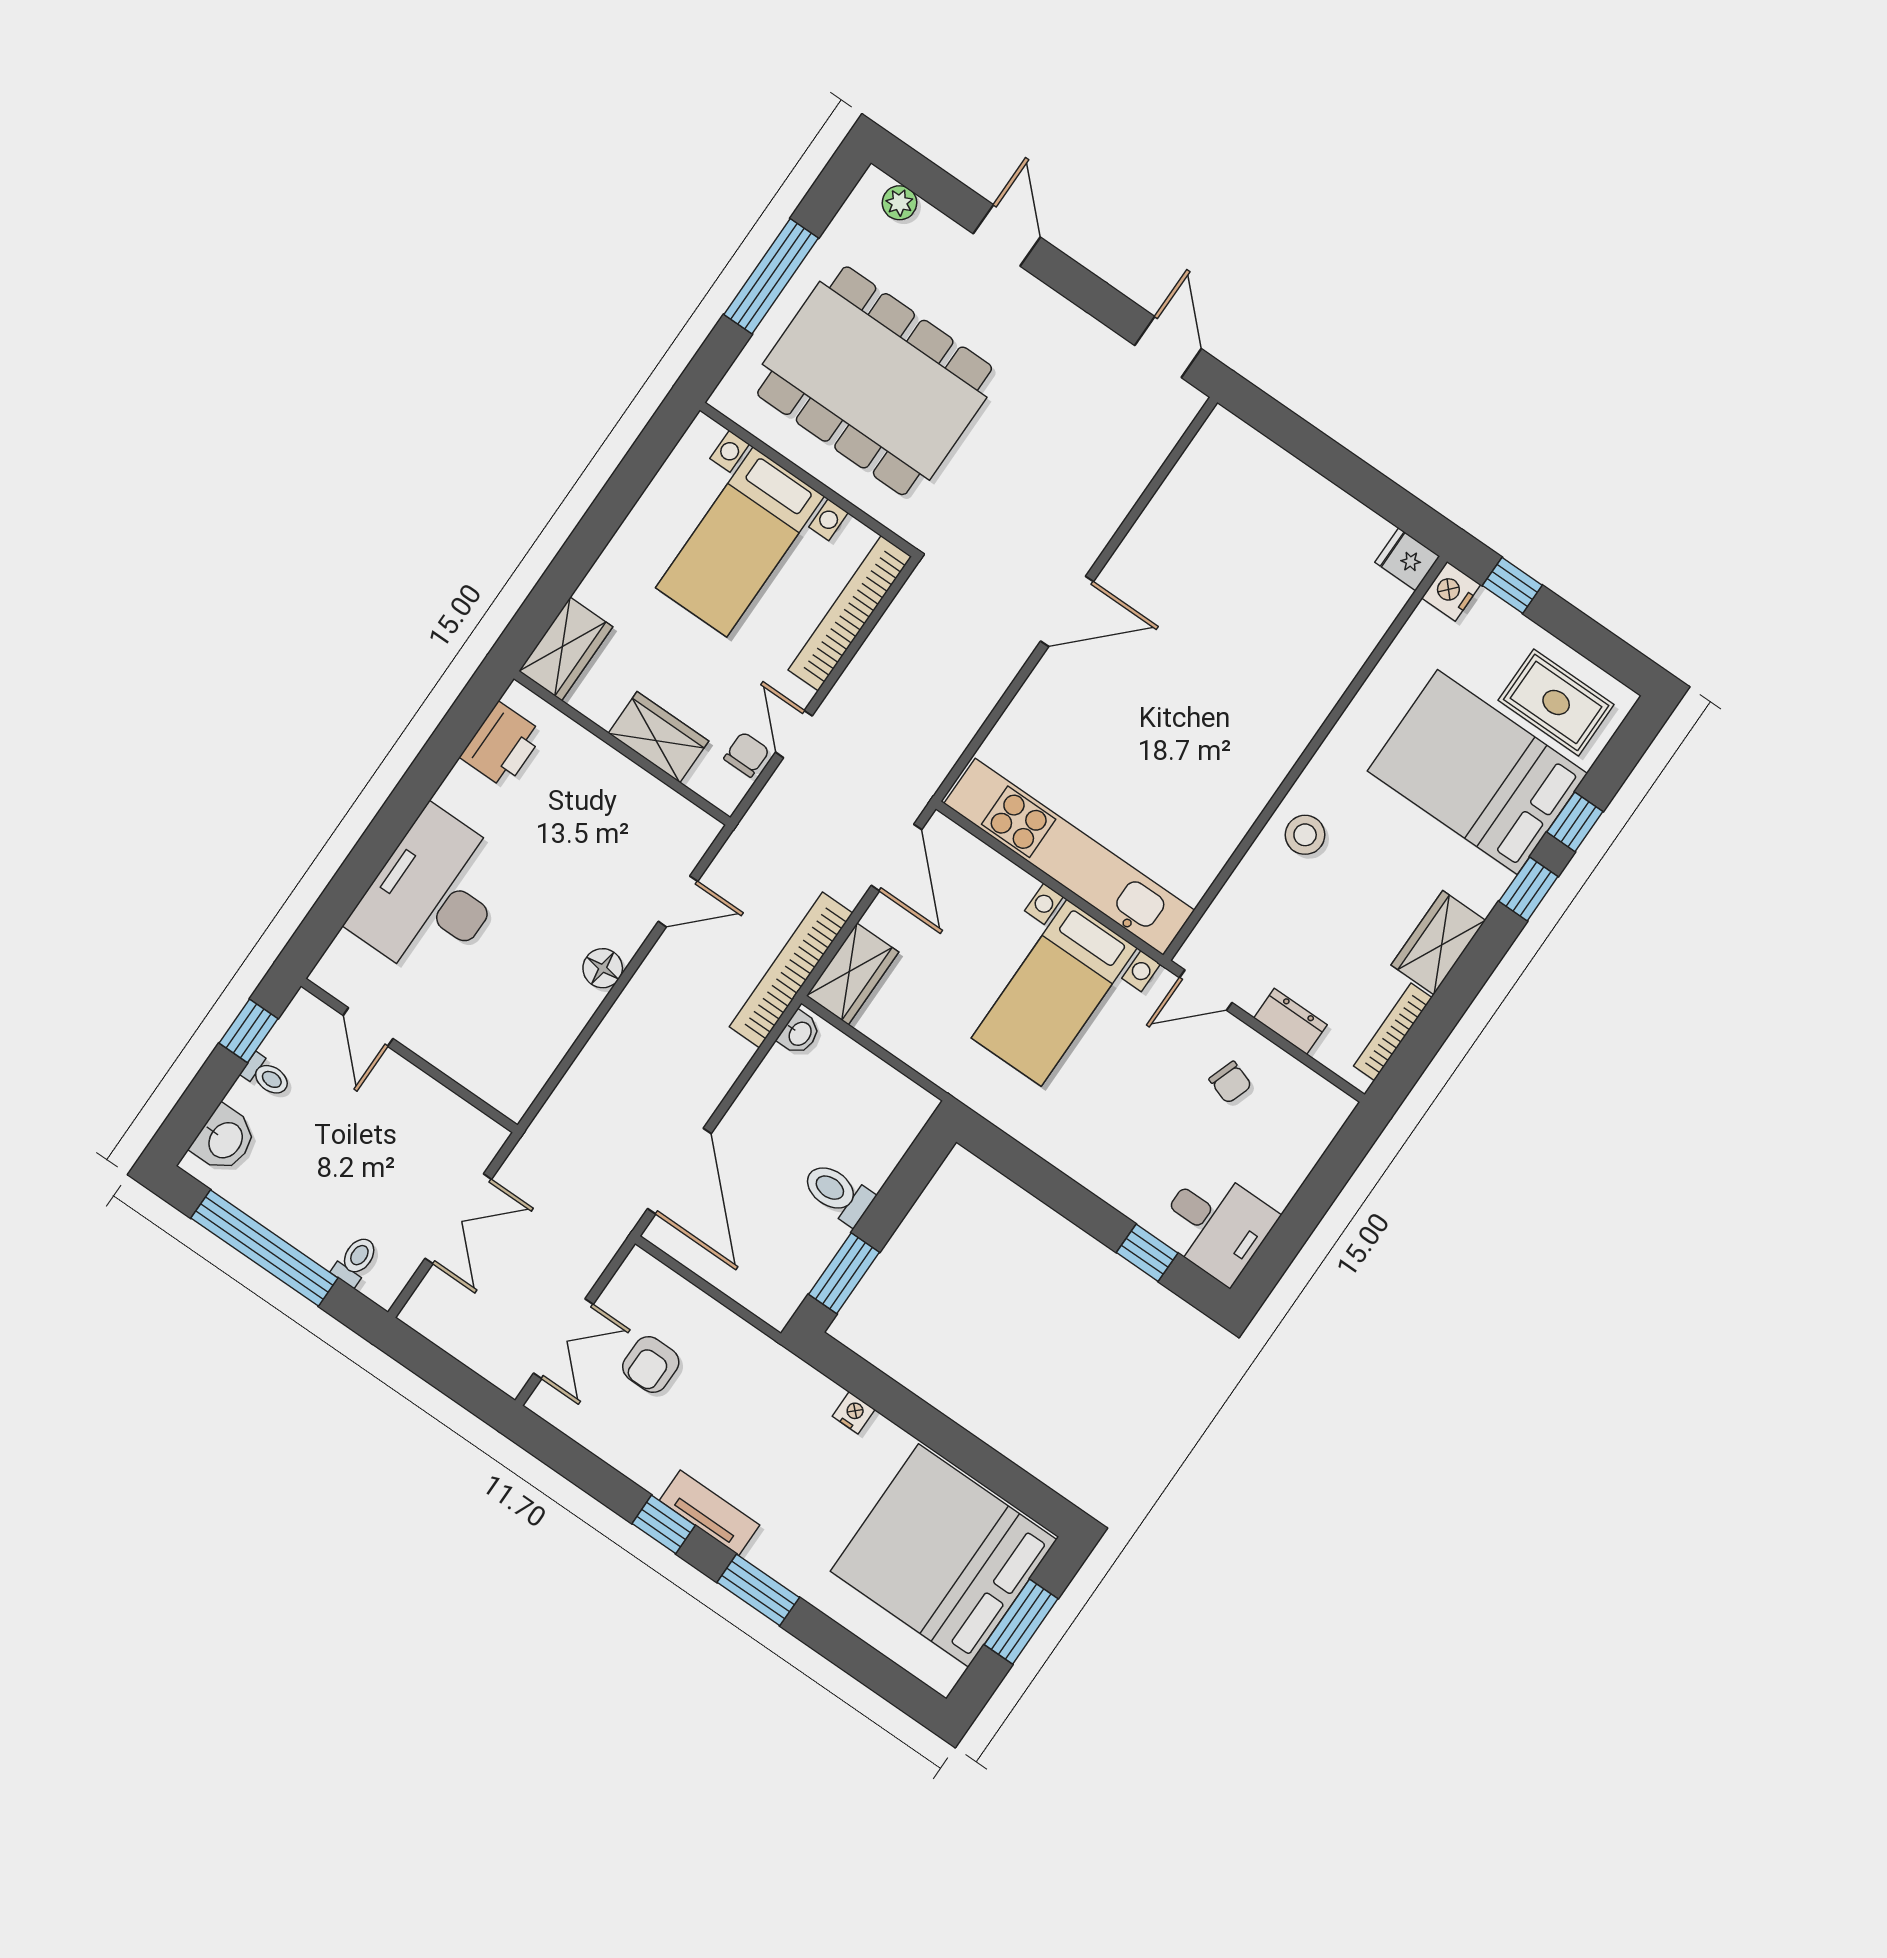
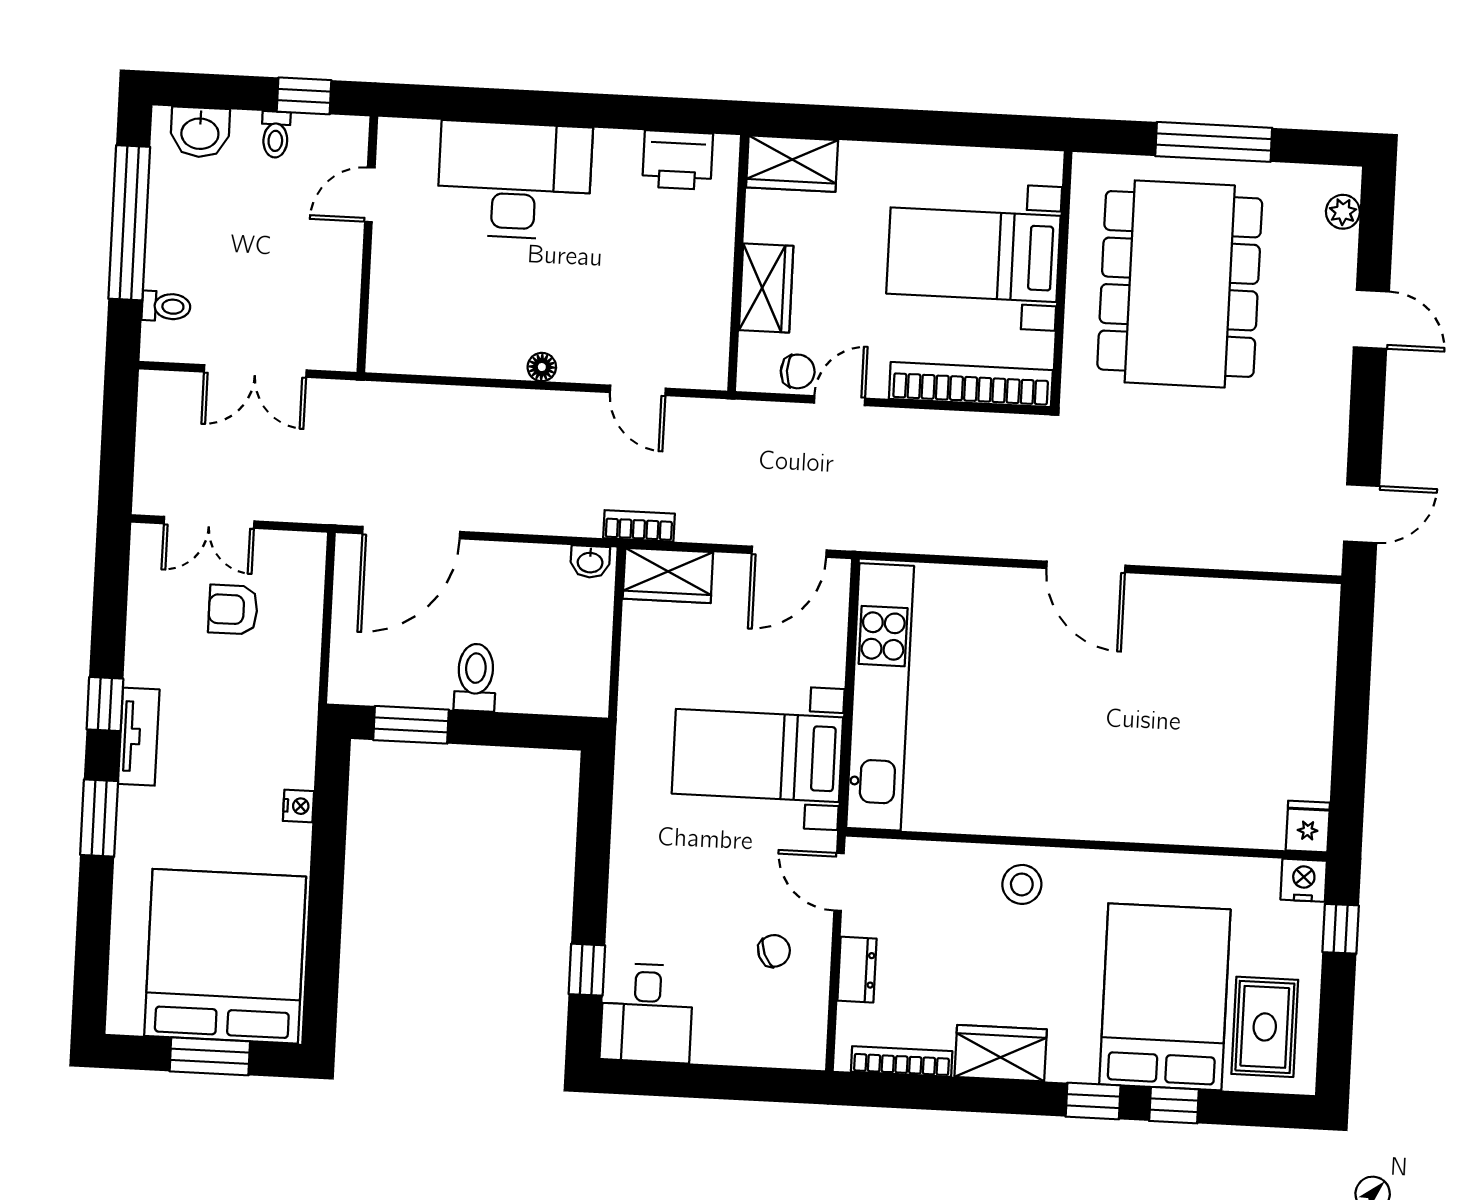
door: (1007, 235) -> (1371, 319), hinge flipped
floor lamp: (603, 968) -> (542, 367), width x0.73, depth x0.73
bookcase: (791, 970) -> (639, 526), width x0.43, depth x0.76
chair: (1230, 1082) -> (774, 951), turned -132

